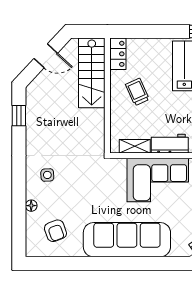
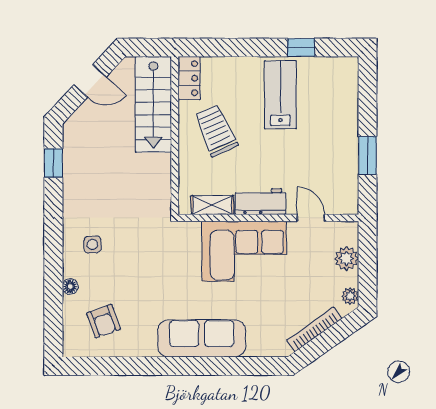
trolley: (137, 92) -> (216, 130), width x1.36, depth x1.39
sofa: (127, 240) -> (202, 338), width x0.74, depth x0.79

